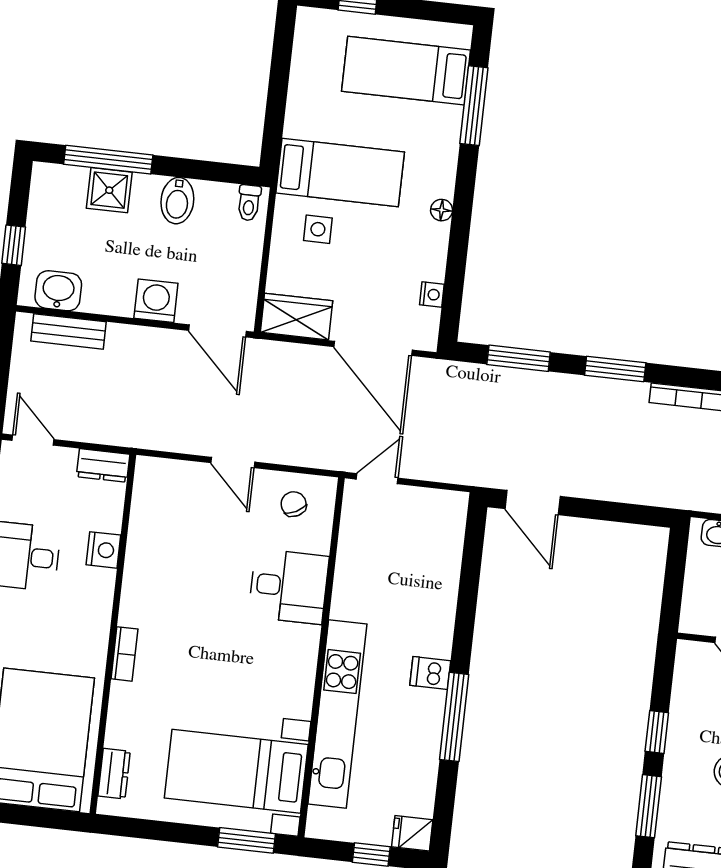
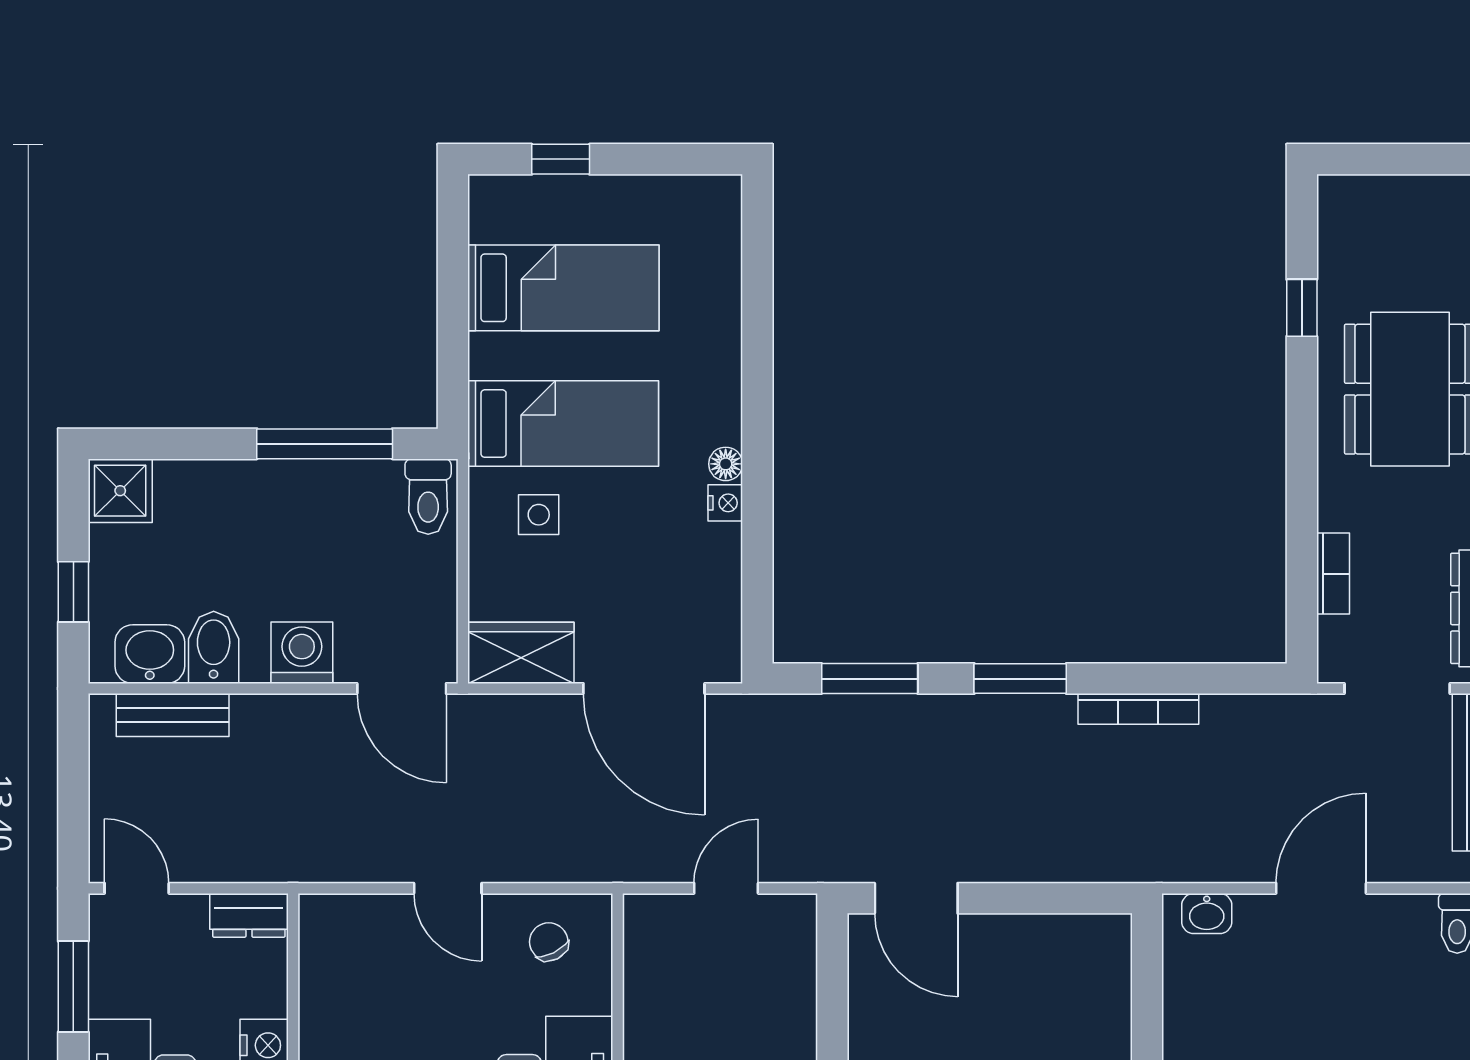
bed: (406, 71) -> (563, 288), moved, turned 180
window: (474, 106) -> (757, 298), removed
window: (108, 160) -> (325, 444), moved
shower: (109, 190) -> (120, 491), moved
bidet: (177, 201) -> (214, 647), moved, turned 180
toilet: (249, 203) -> (428, 497), width x1.37, depth x1.39
nightstand: (432, 294) -> (725, 503), moved
door: (377, 479) -> (726, 888), moved

